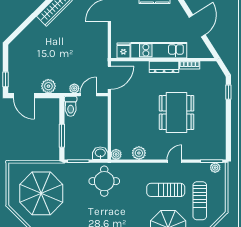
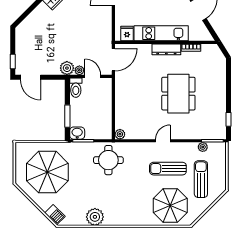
plant: (48, 86) -> (67, 68), moved
window: (228, 92) -> (229, 119), moved
door: (88, 95) -> (93, 76), hinge flipped
washbasin: (100, 153) -> (77, 133), moved
plant: (139, 153) -> (142, 133), removed
door: (175, 161) -> (163, 141), moved
plant: (215, 168) -> (203, 147), moved
sun lounger: (200, 201) -> (201, 179), turned 180

